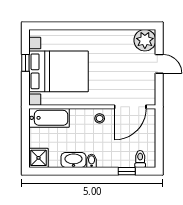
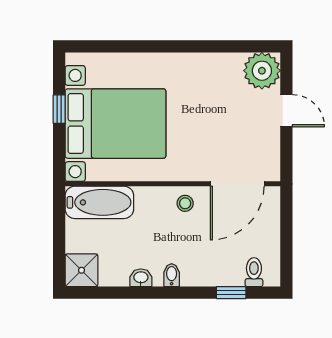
washbasin: (73, 160) -> (141, 278), width x0.52, depth x0.69

